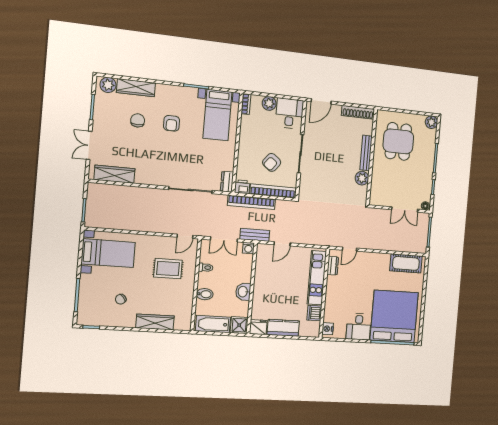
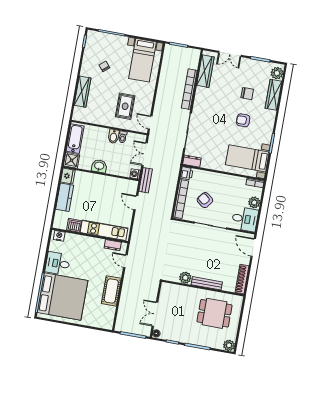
double door: (89, 145) -> (230, 54), swing flipped
bookcase: (251, 202) -> (189, 89), moved
cot: (406, 263) -> (111, 291), moved
bidet: (205, 294) -> (113, 136), moved

